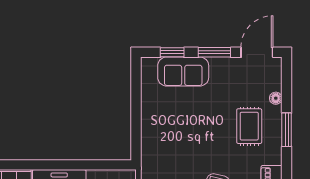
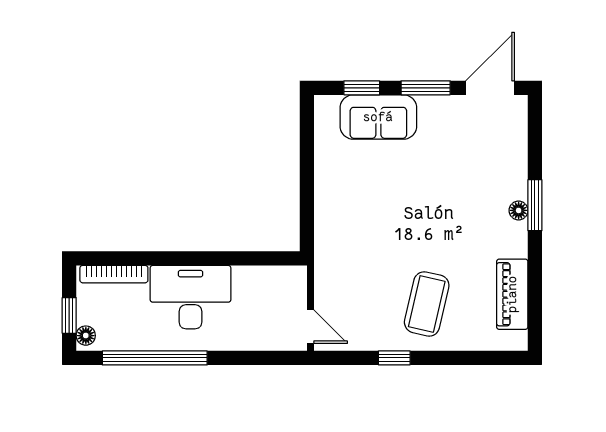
floor lamp: (276, 98) -> (519, 210), moved
rug: (249, 126) -> (478, 200), removed

